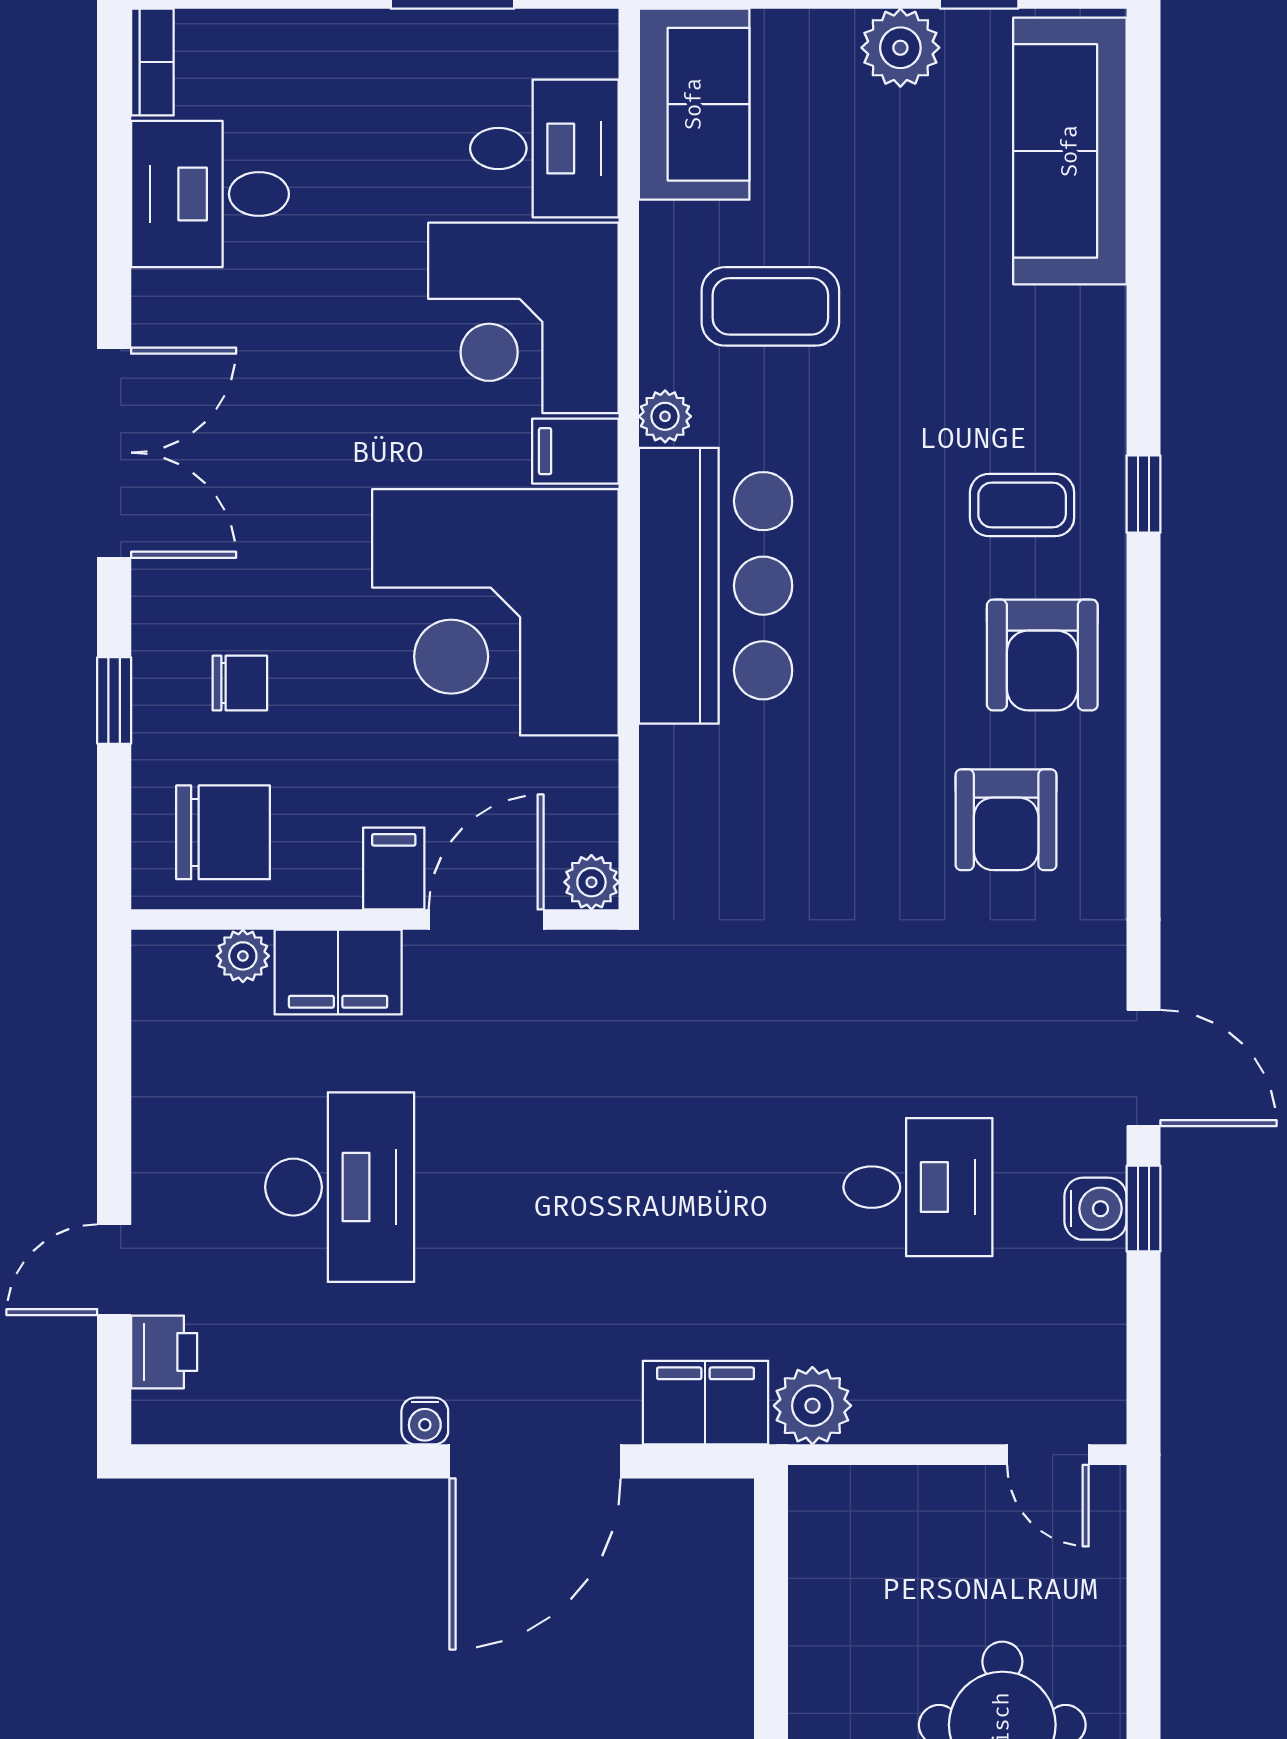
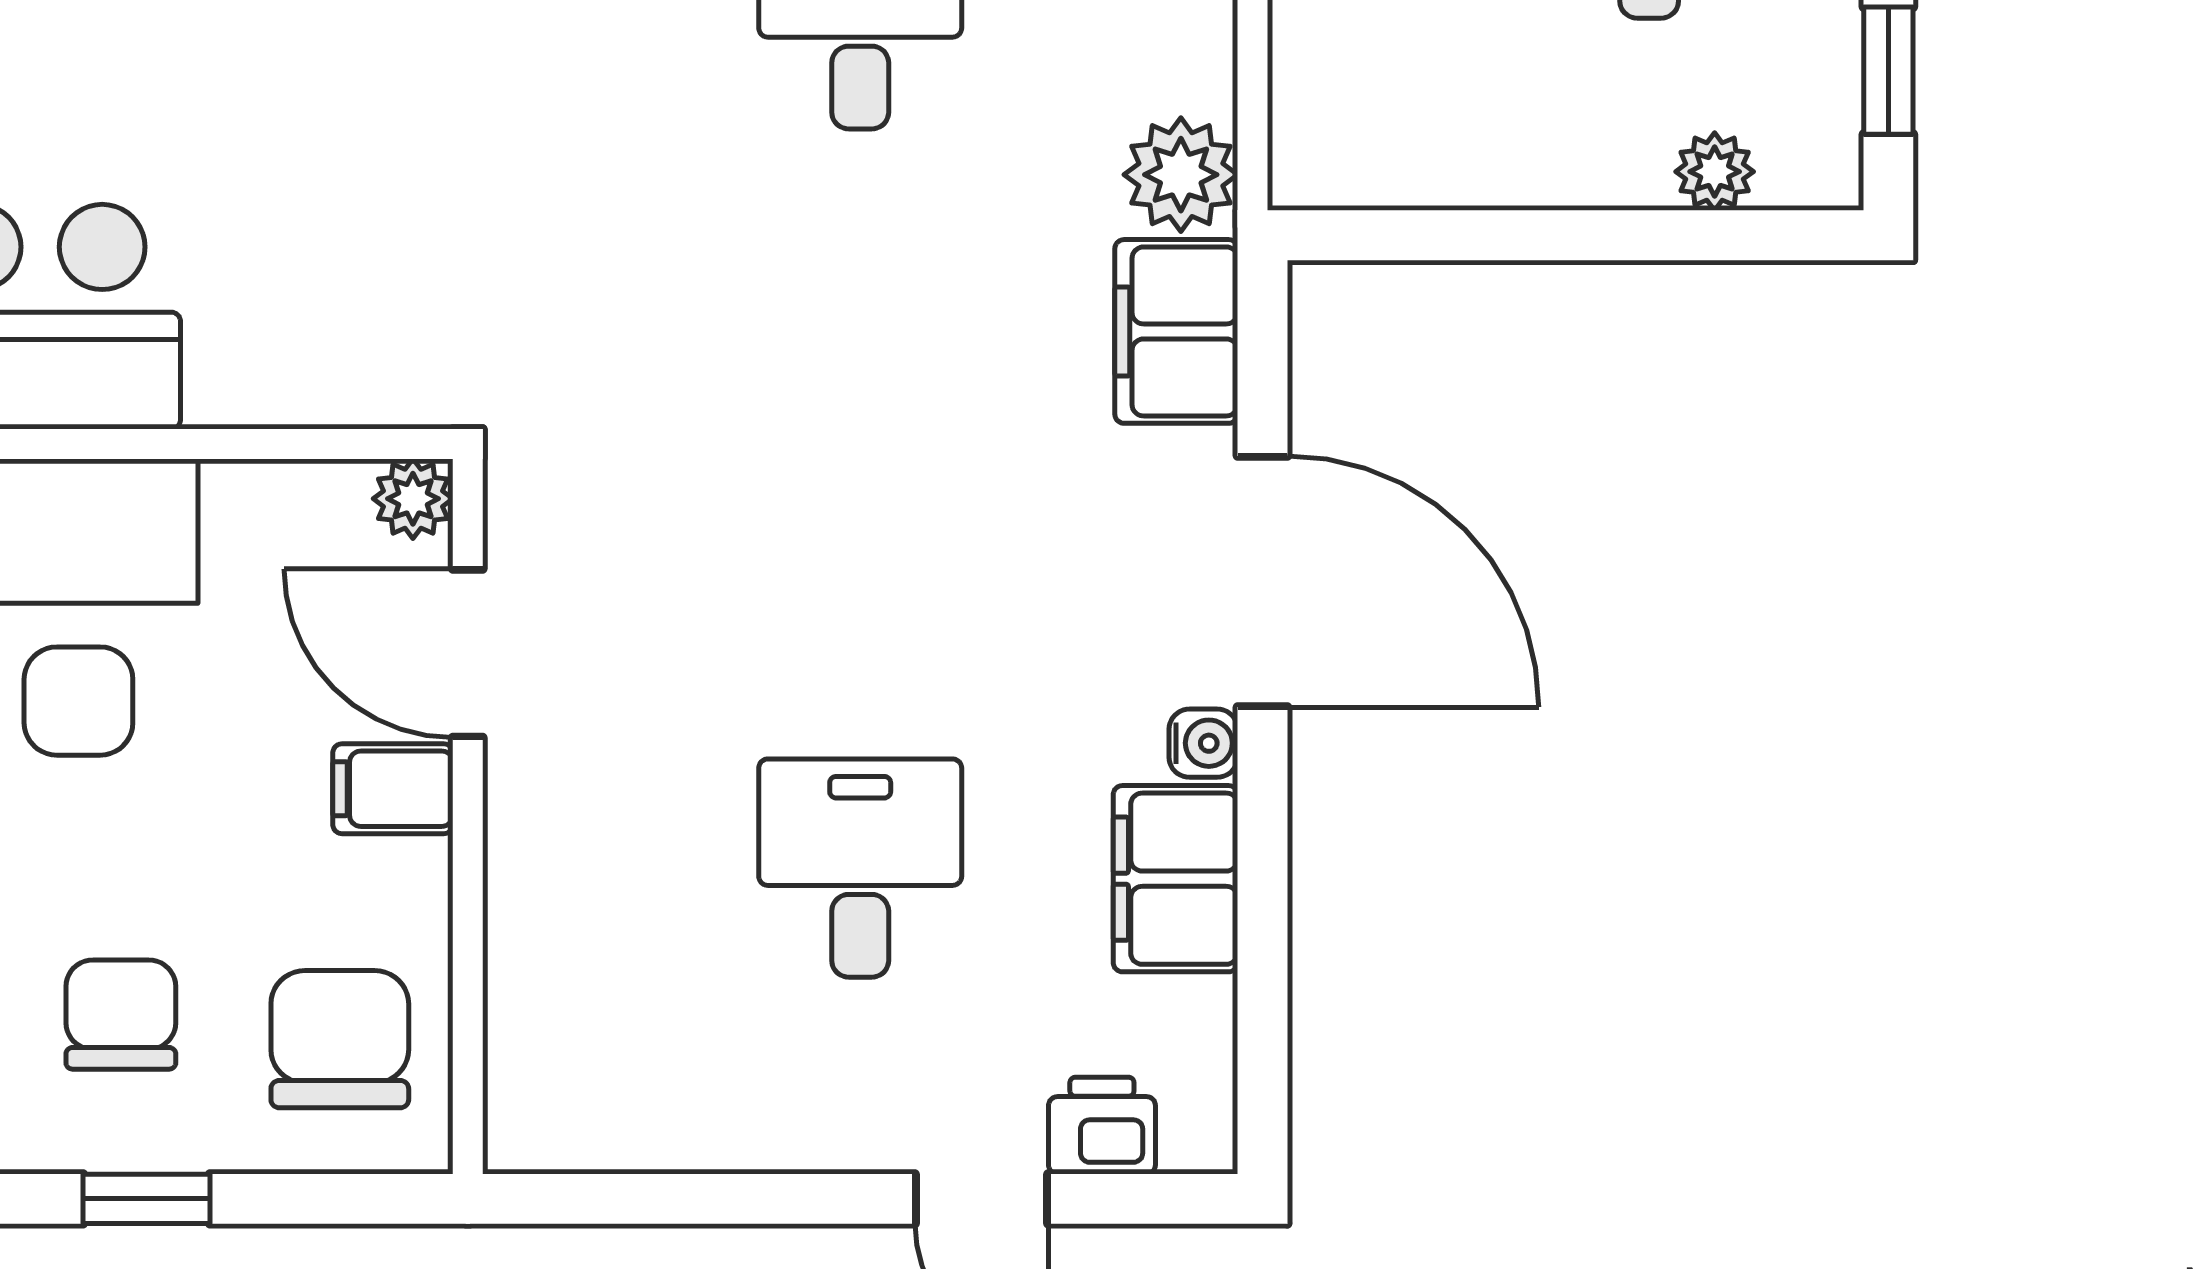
chair: (240, 683) -> (121, 1015), width x1.37, depth x1.37
plant: (243, 956) -> (521, 1010), removed
filing cabinet: (338, 972) -> (1176, 879), moved, turned 180
desk: (340, 1187) -> (860, 868), width x0.73

